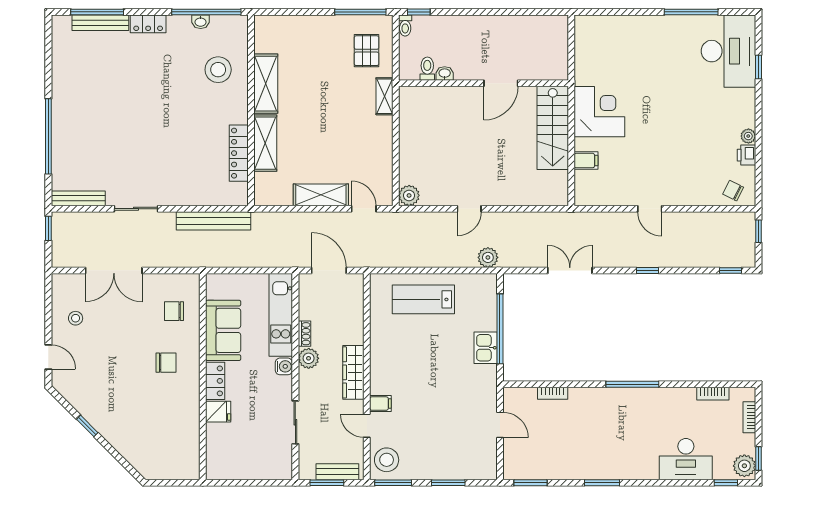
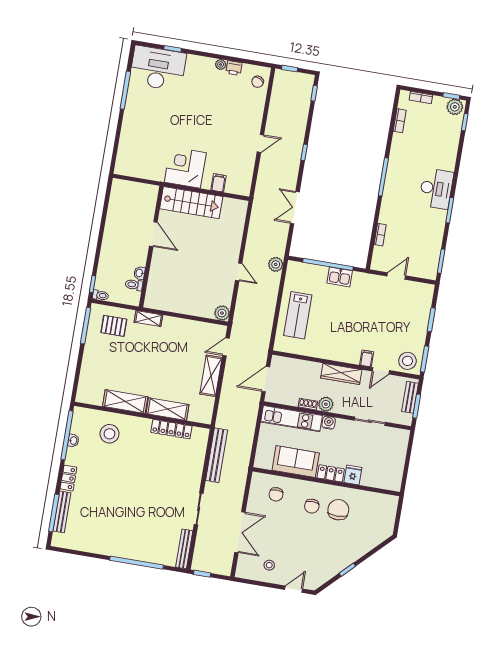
chair: (166, 363) -> (312, 506), turned 180
chair: (167, 400) -> (338, 510), added
desk: (686, 459) -> (436, 189), moved

